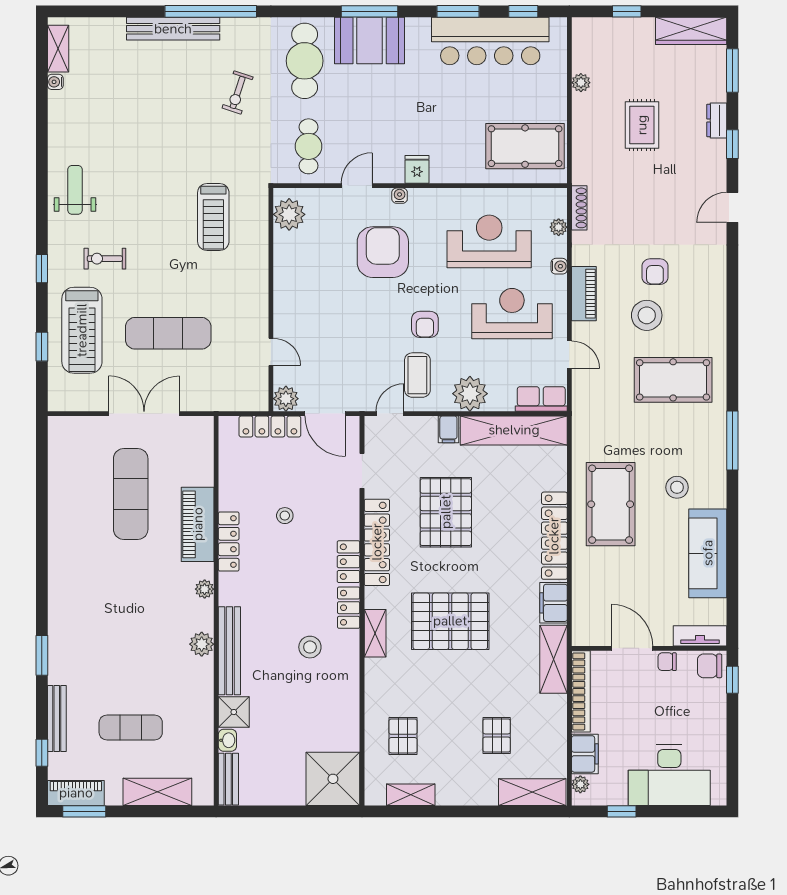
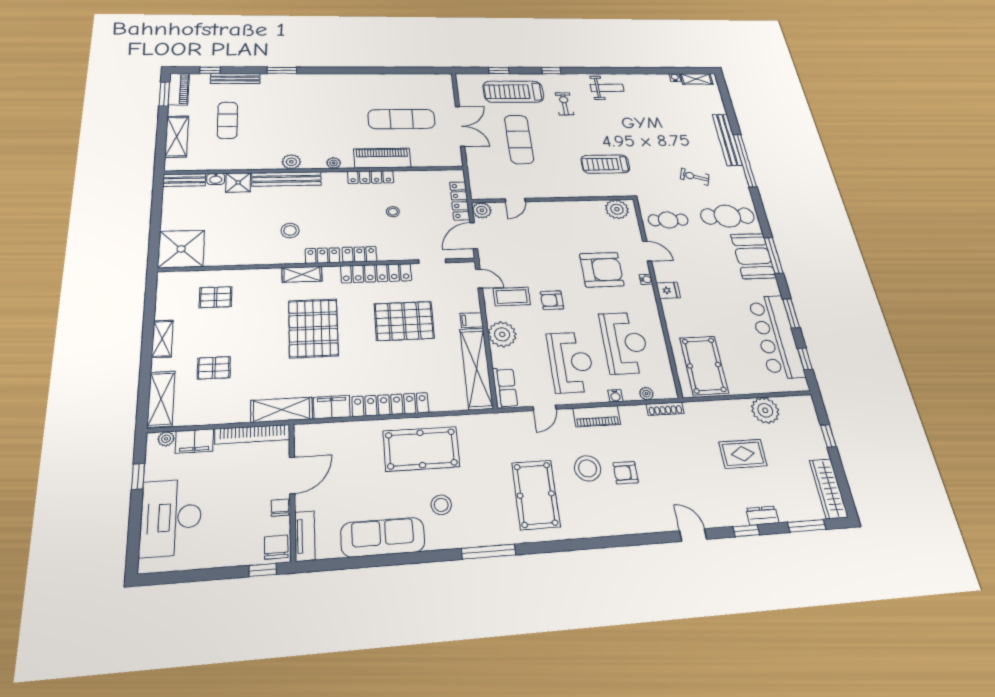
plant: (581, 83) -> (765, 410), width x1.87, depth x1.87
shelving: (411, 795) -> (162, 339), moved

